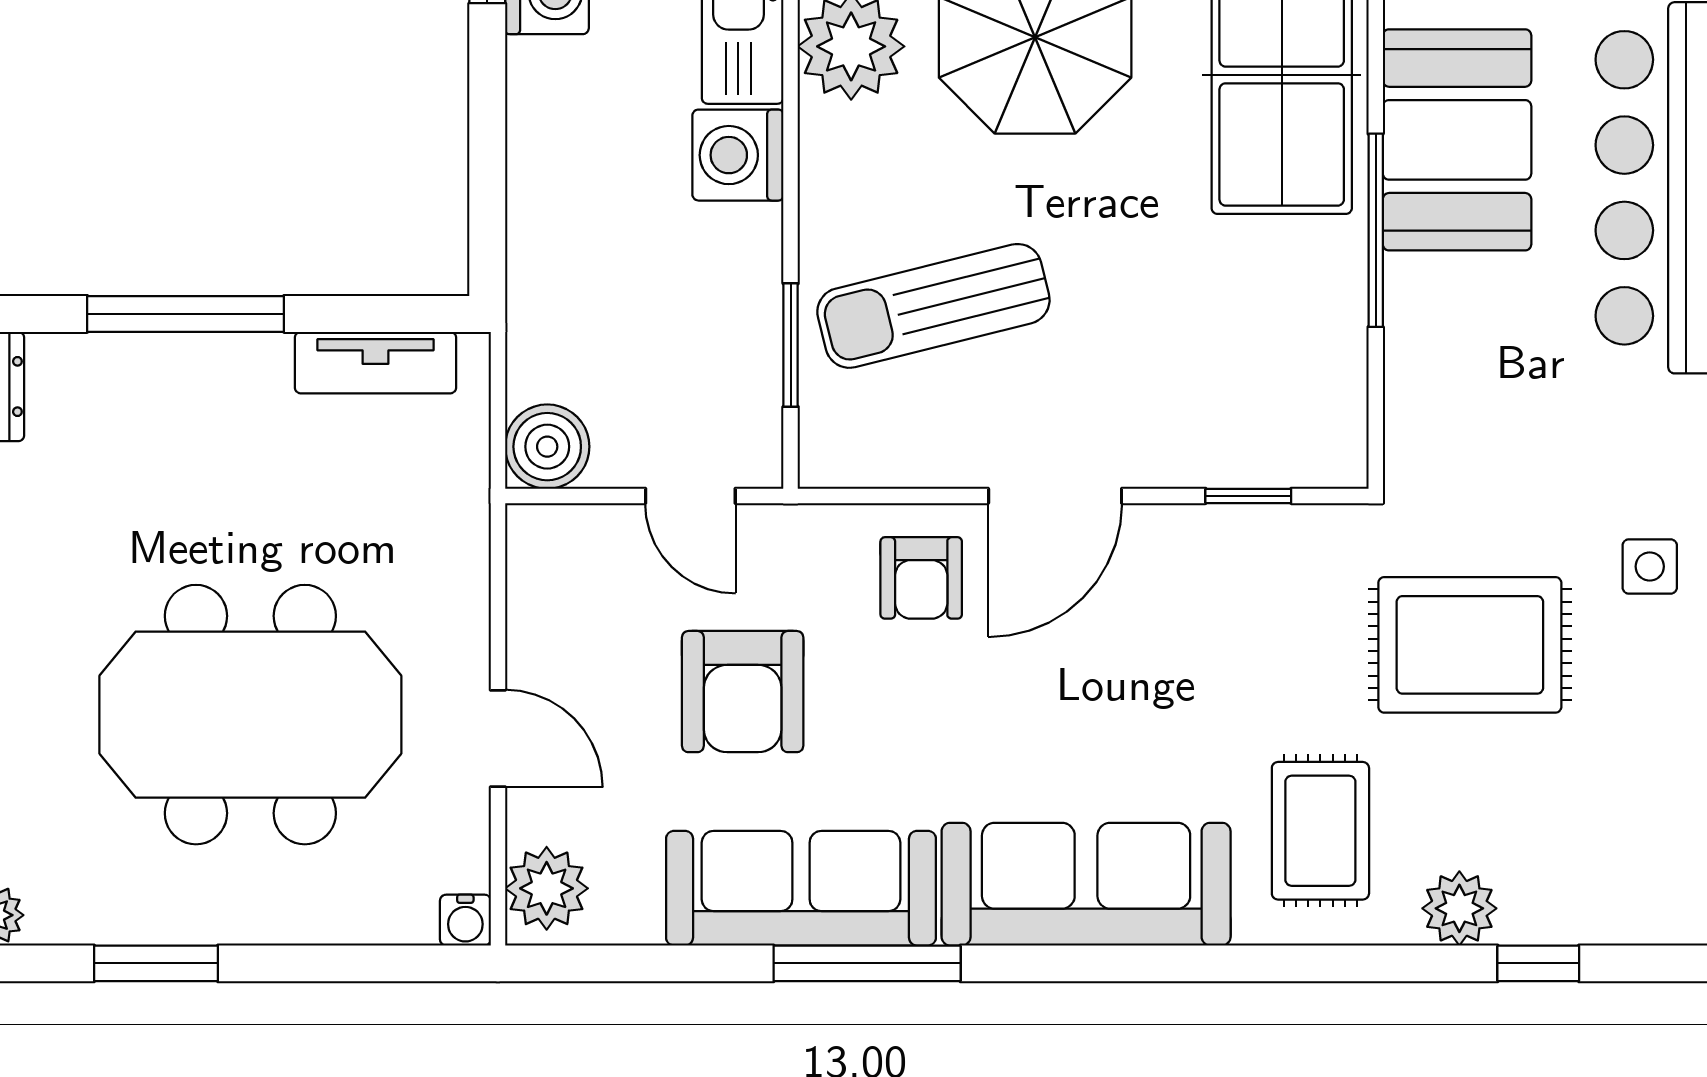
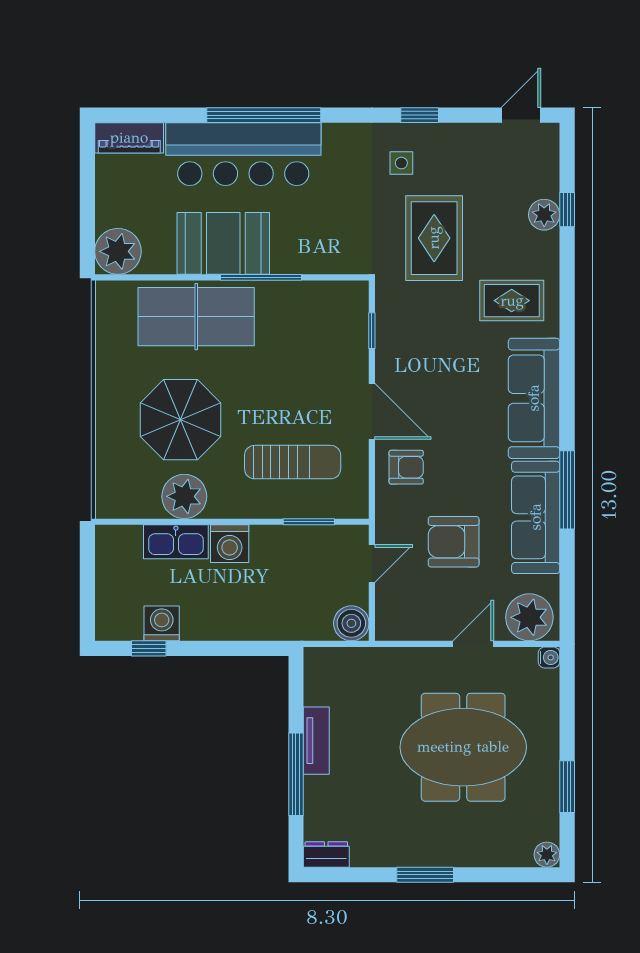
sun lounger: (933, 306) -> (293, 462), turned -76
tv unit: (376, 363) -> (316, 741), moved
armchair: (743, 692) -> (454, 542), turned 180
meeting table: (250, 715) -> (463, 747), turned 90
plant: (547, 888) -> (529, 617), width x1.36, depth x1.36
plant: (1459, 908) -> (544, 215), moved

